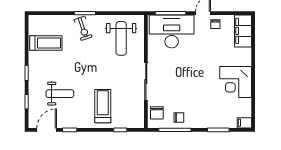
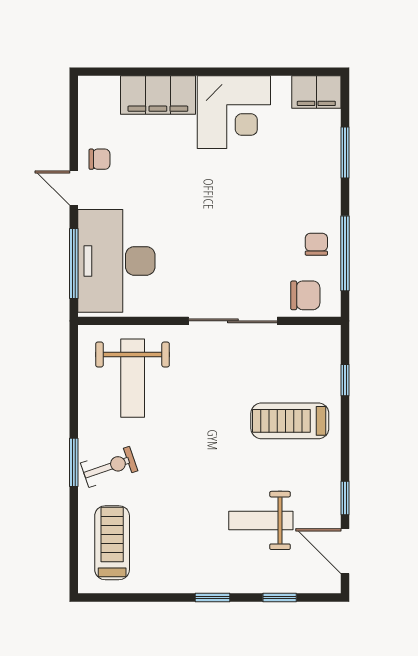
filing cabinet: (243, 31) -> (158, 95), moved
weight bench: (121, 38) -> (133, 378), turned 90
treadmill: (46, 43) -> (112, 543), moved
weight bench: (60, 94) -> (261, 520), turned -90
filing cabinet: (244, 123) -> (316, 92), width x2.00

